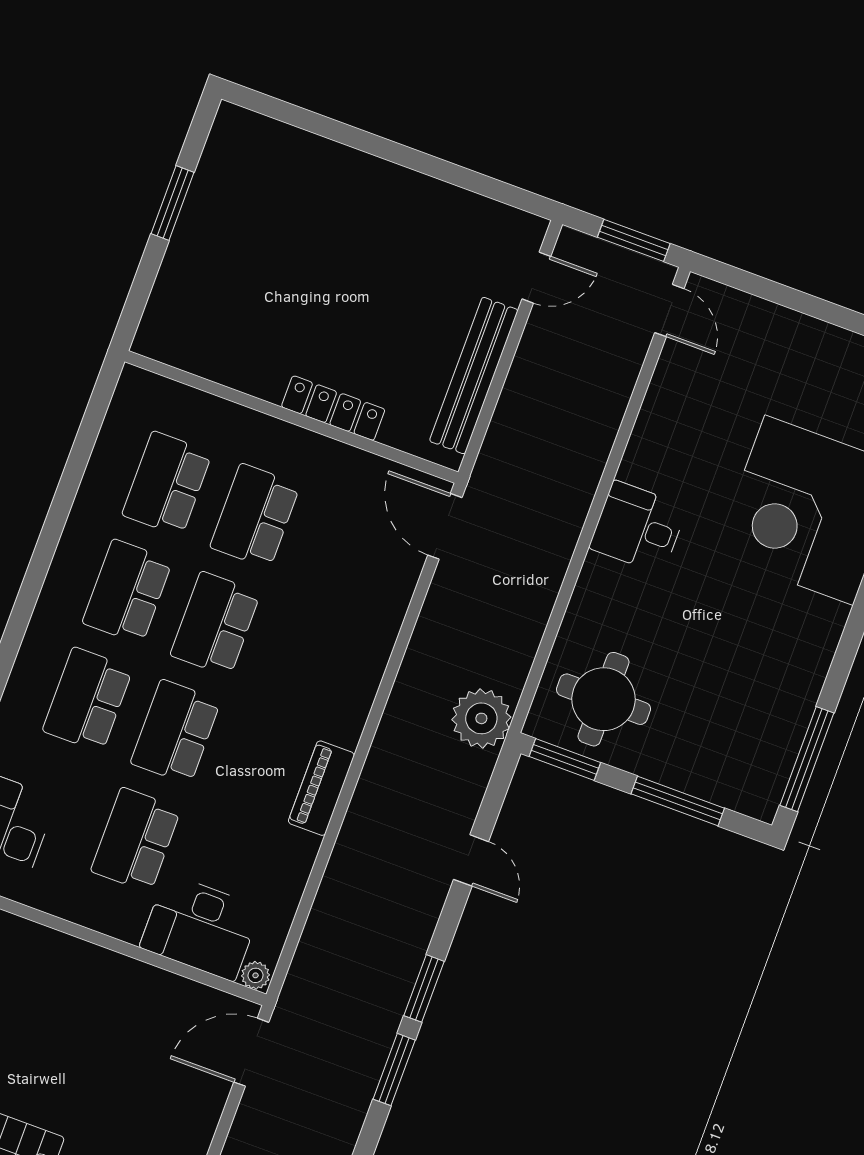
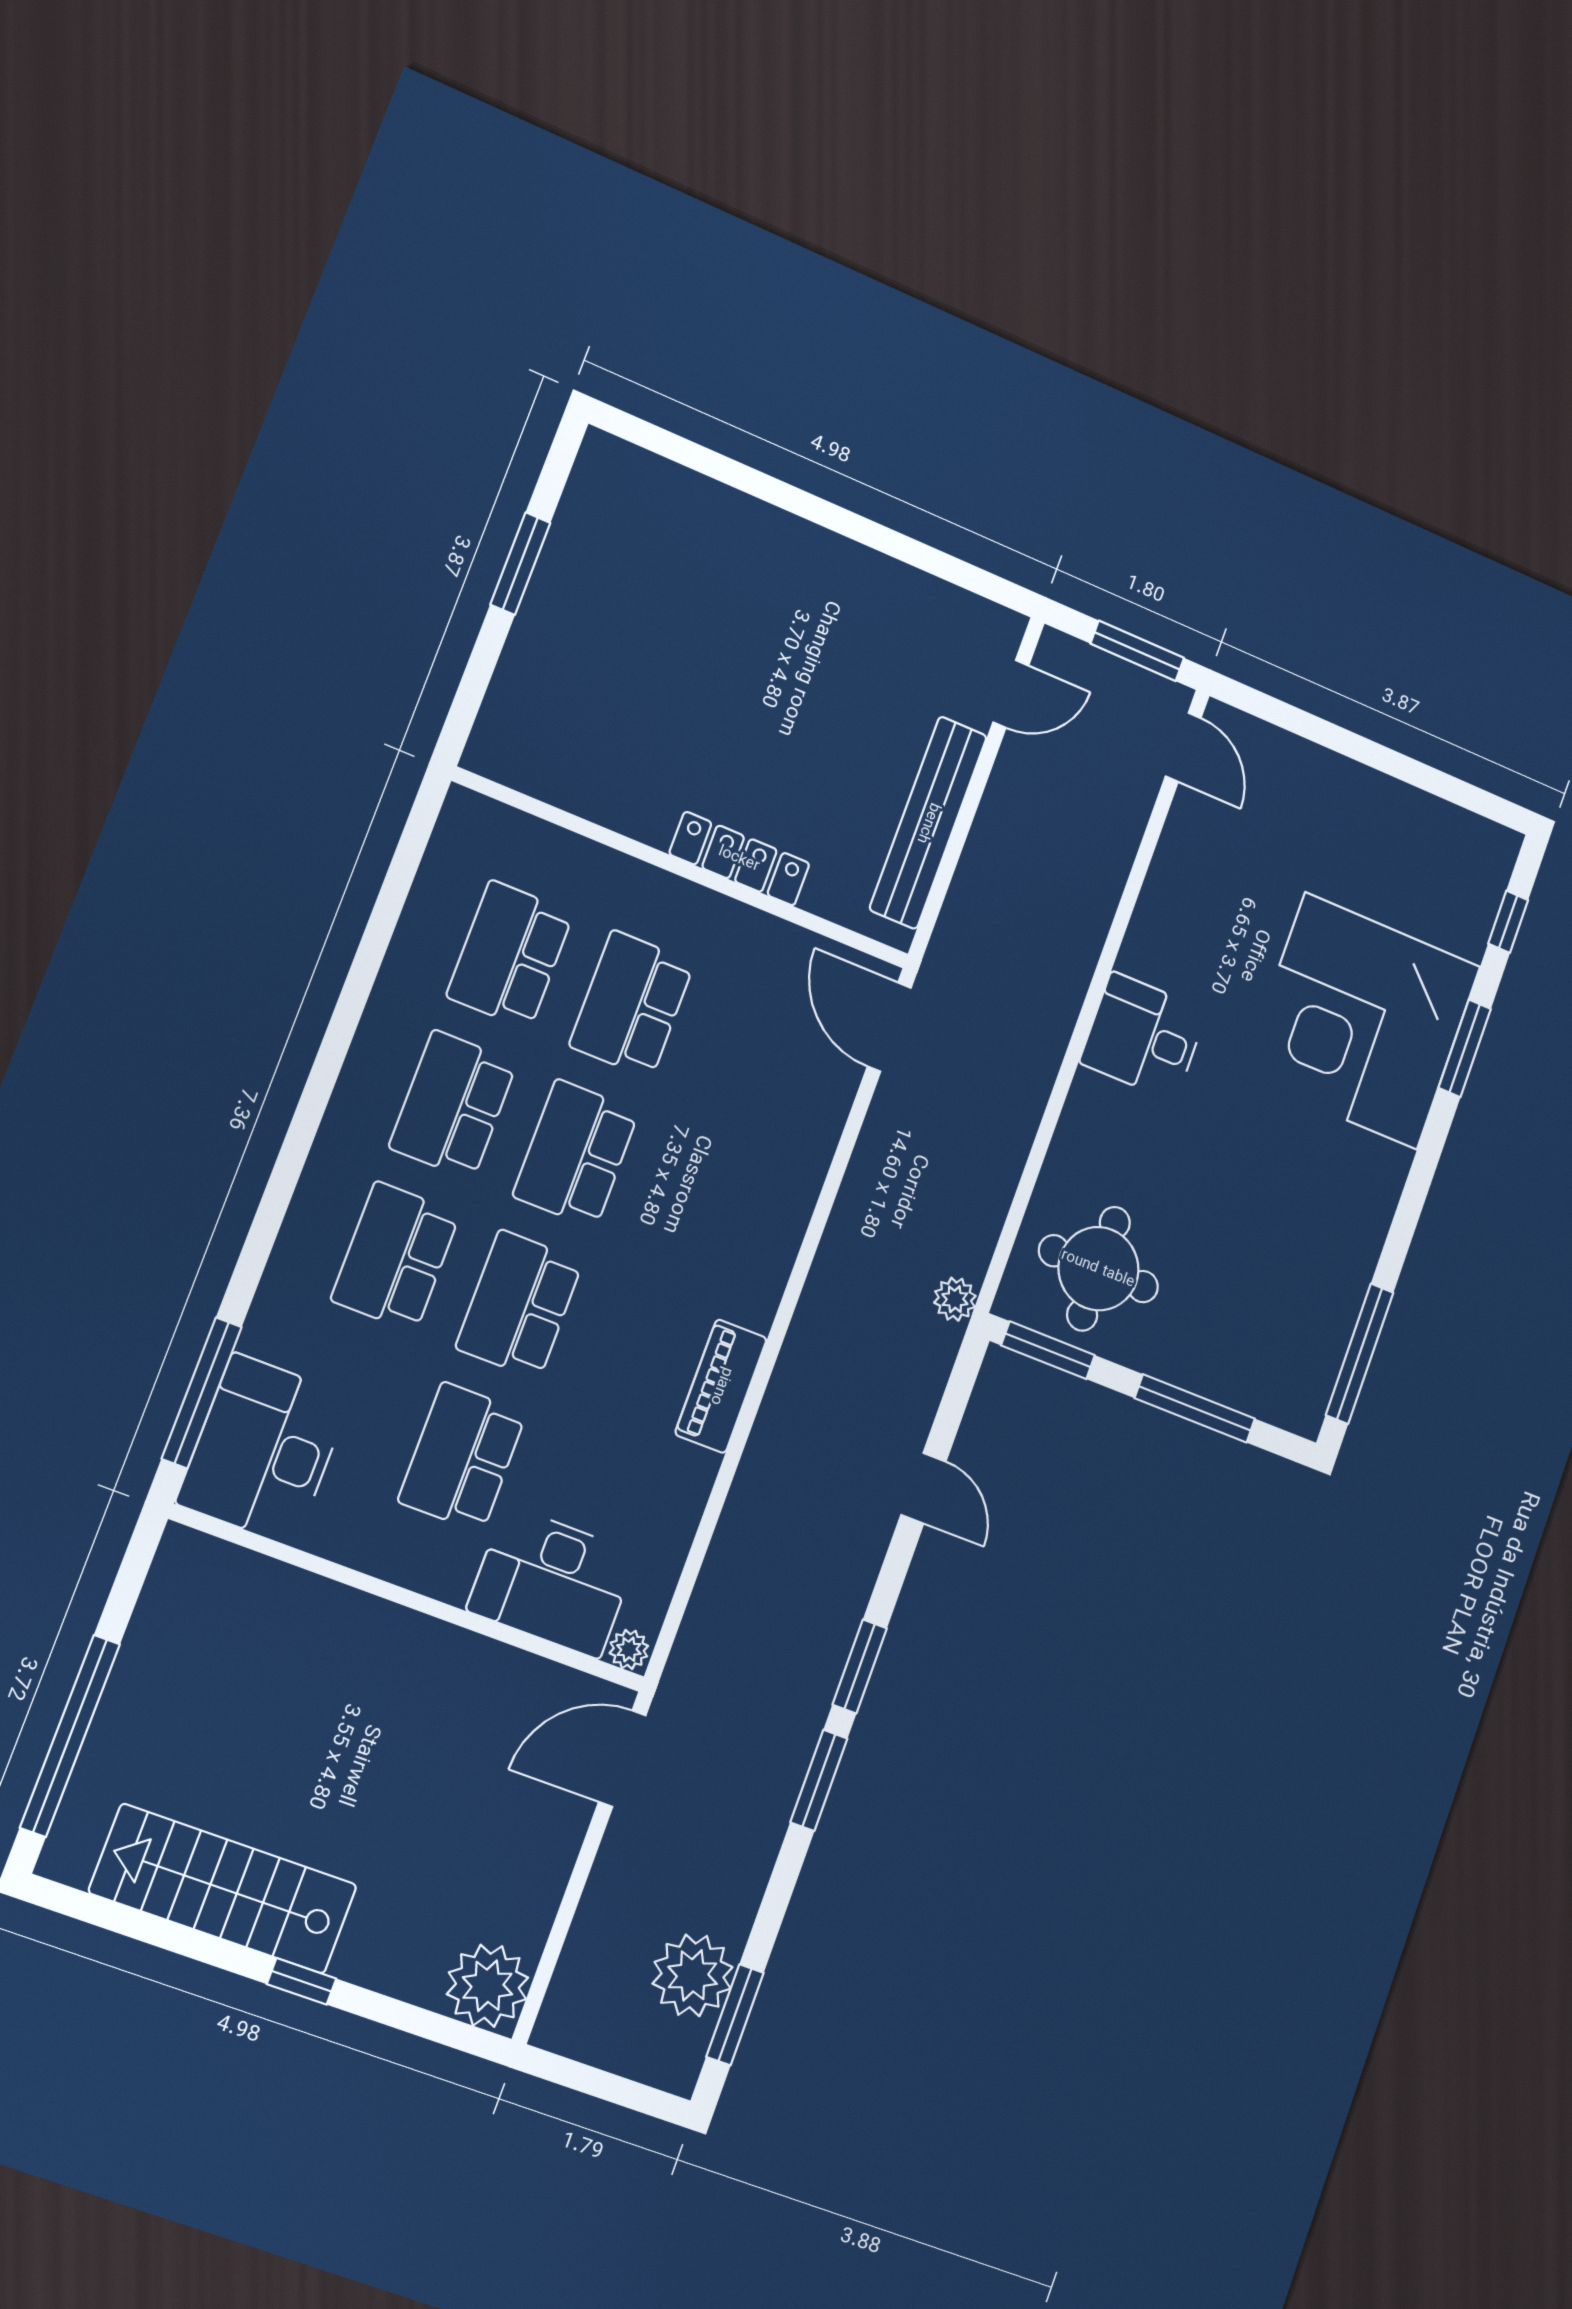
plant: (481, 718) -> (955, 1299), width x0.53, depth x0.53

